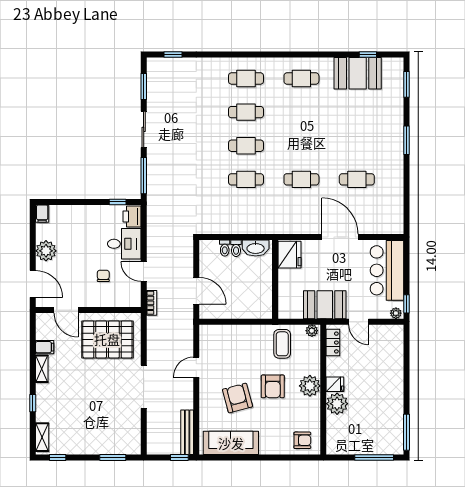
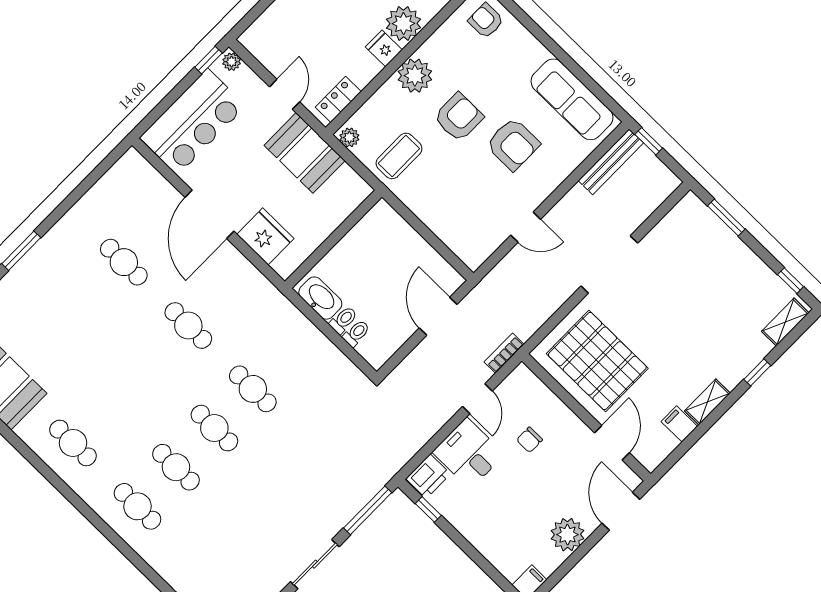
fridge: (289, 255) -> (265, 236), moved, turned 90
armchair: (237, 398) -> (513, 144), turned -75

